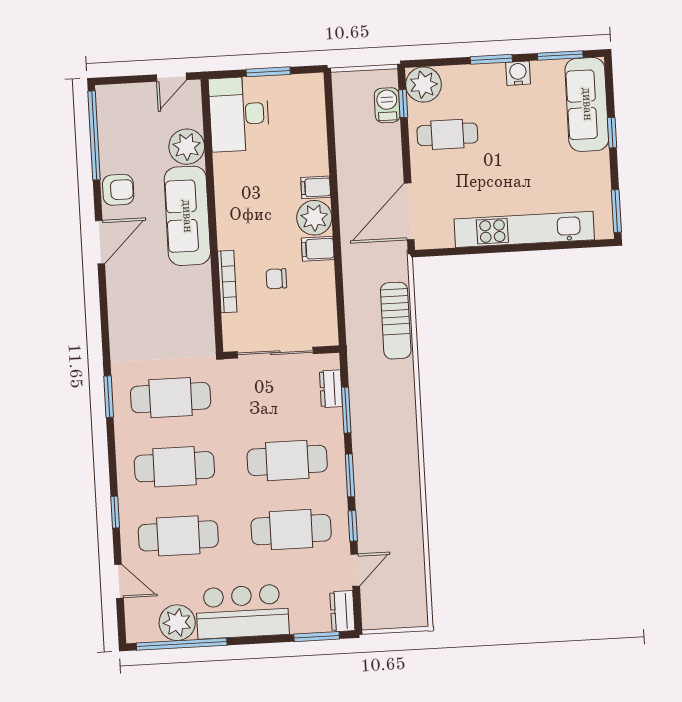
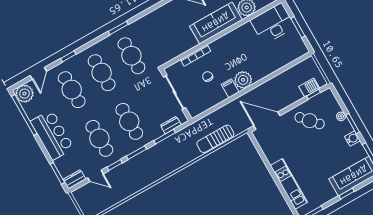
plant: (423, 85) -> (341, 116), moved, width x0.53, depth x0.53
cafe table: (447, 134) -> (310, 121), turned -42
filing cabinet: (316, 187) -> (257, 74), removed
kitchen unit: (524, 229) -> (289, 184), width x0.73
plant: (177, 623) -> (24, 94), moved

